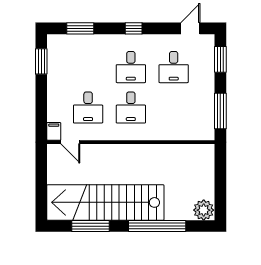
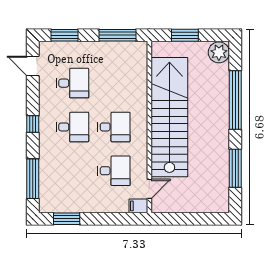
window: (80, 28) -> (33, 179), width x1.44
window: (220, 177) -> (185, 35), added
stairs: (105, 202) -> (169, 117), moved, turned 180

